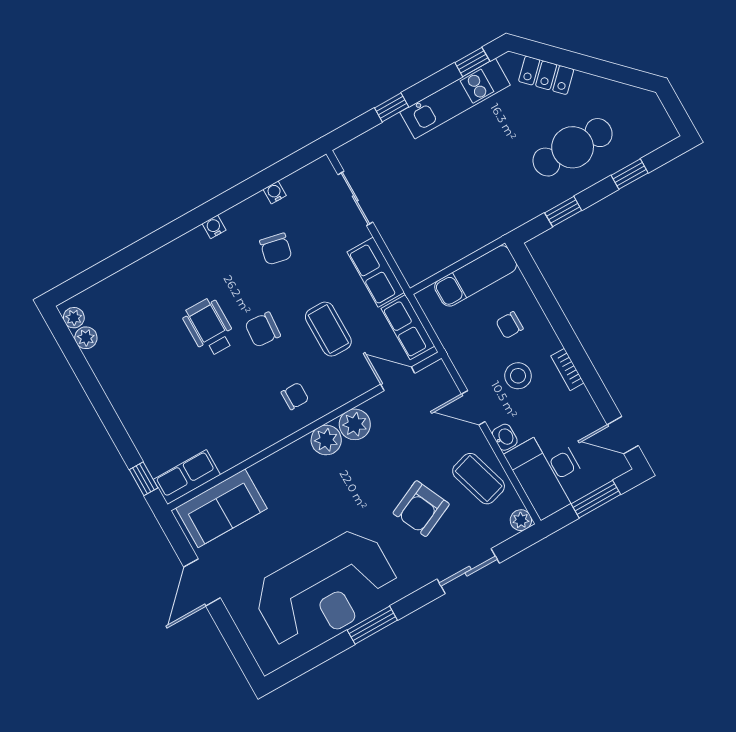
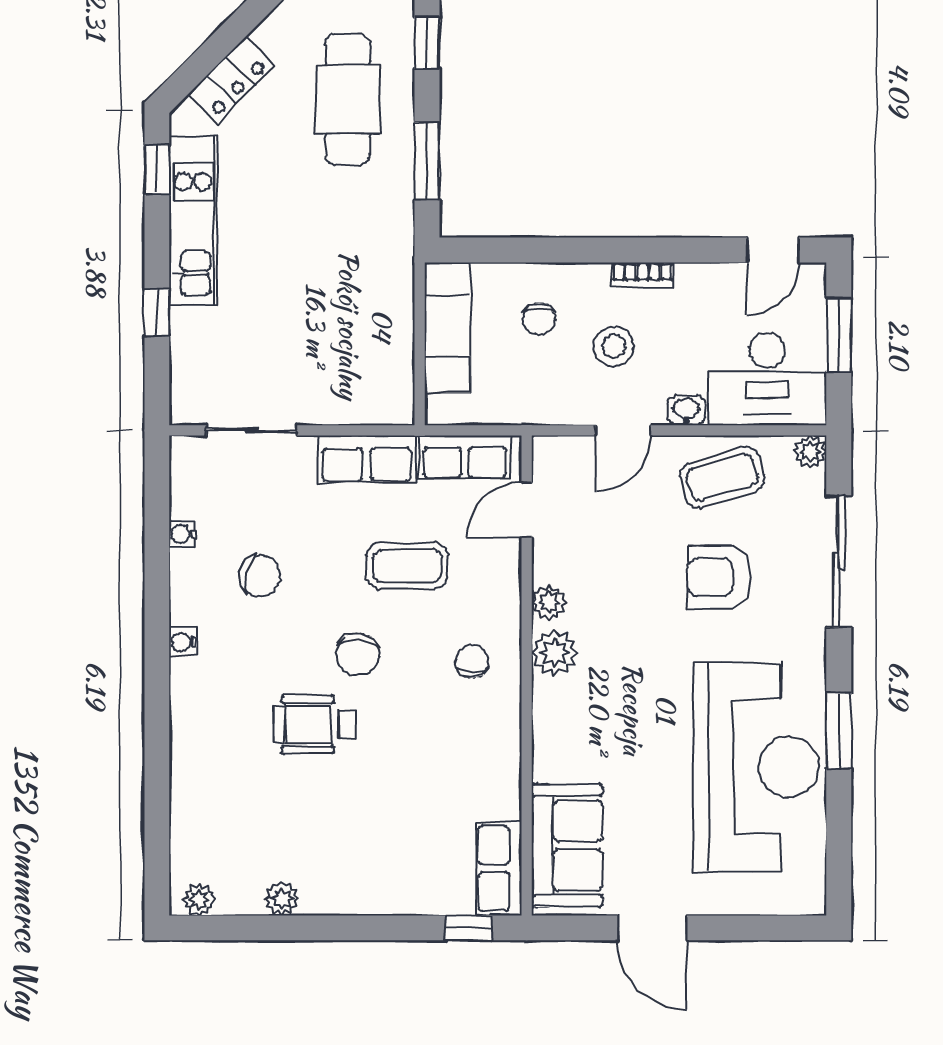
window: (563, 212) -> (427, 161), width x1.50
plant: (86, 338) -> (282, 899), moved
plant: (355, 424) -> (549, 602), width x0.73, depth x0.73
armchair: (421, 509) -> (719, 577), turned 115
sliding door: (468, 571) -> (839, 561), width x1.37

